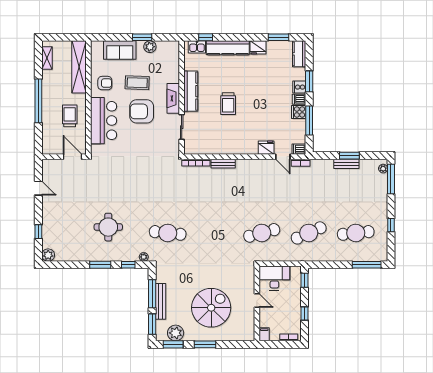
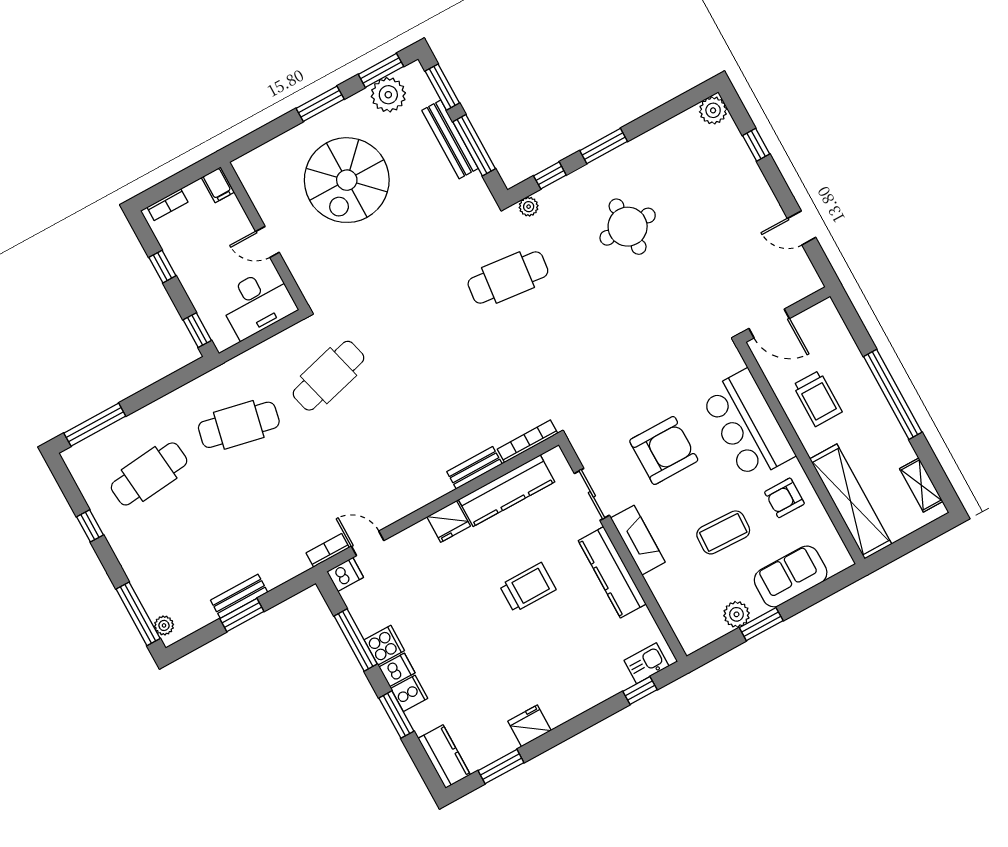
kitchen counter: (228, 48) -> (507, 491), moved, turned 180
trolley: (228, 104) -> (528, 587), turned 90
armchair: (142, 111) -> (664, 450), moved
fridge: (266, 148) -> (449, 521), moved
cafe table: (309, 233) -> (239, 425), turned 36

